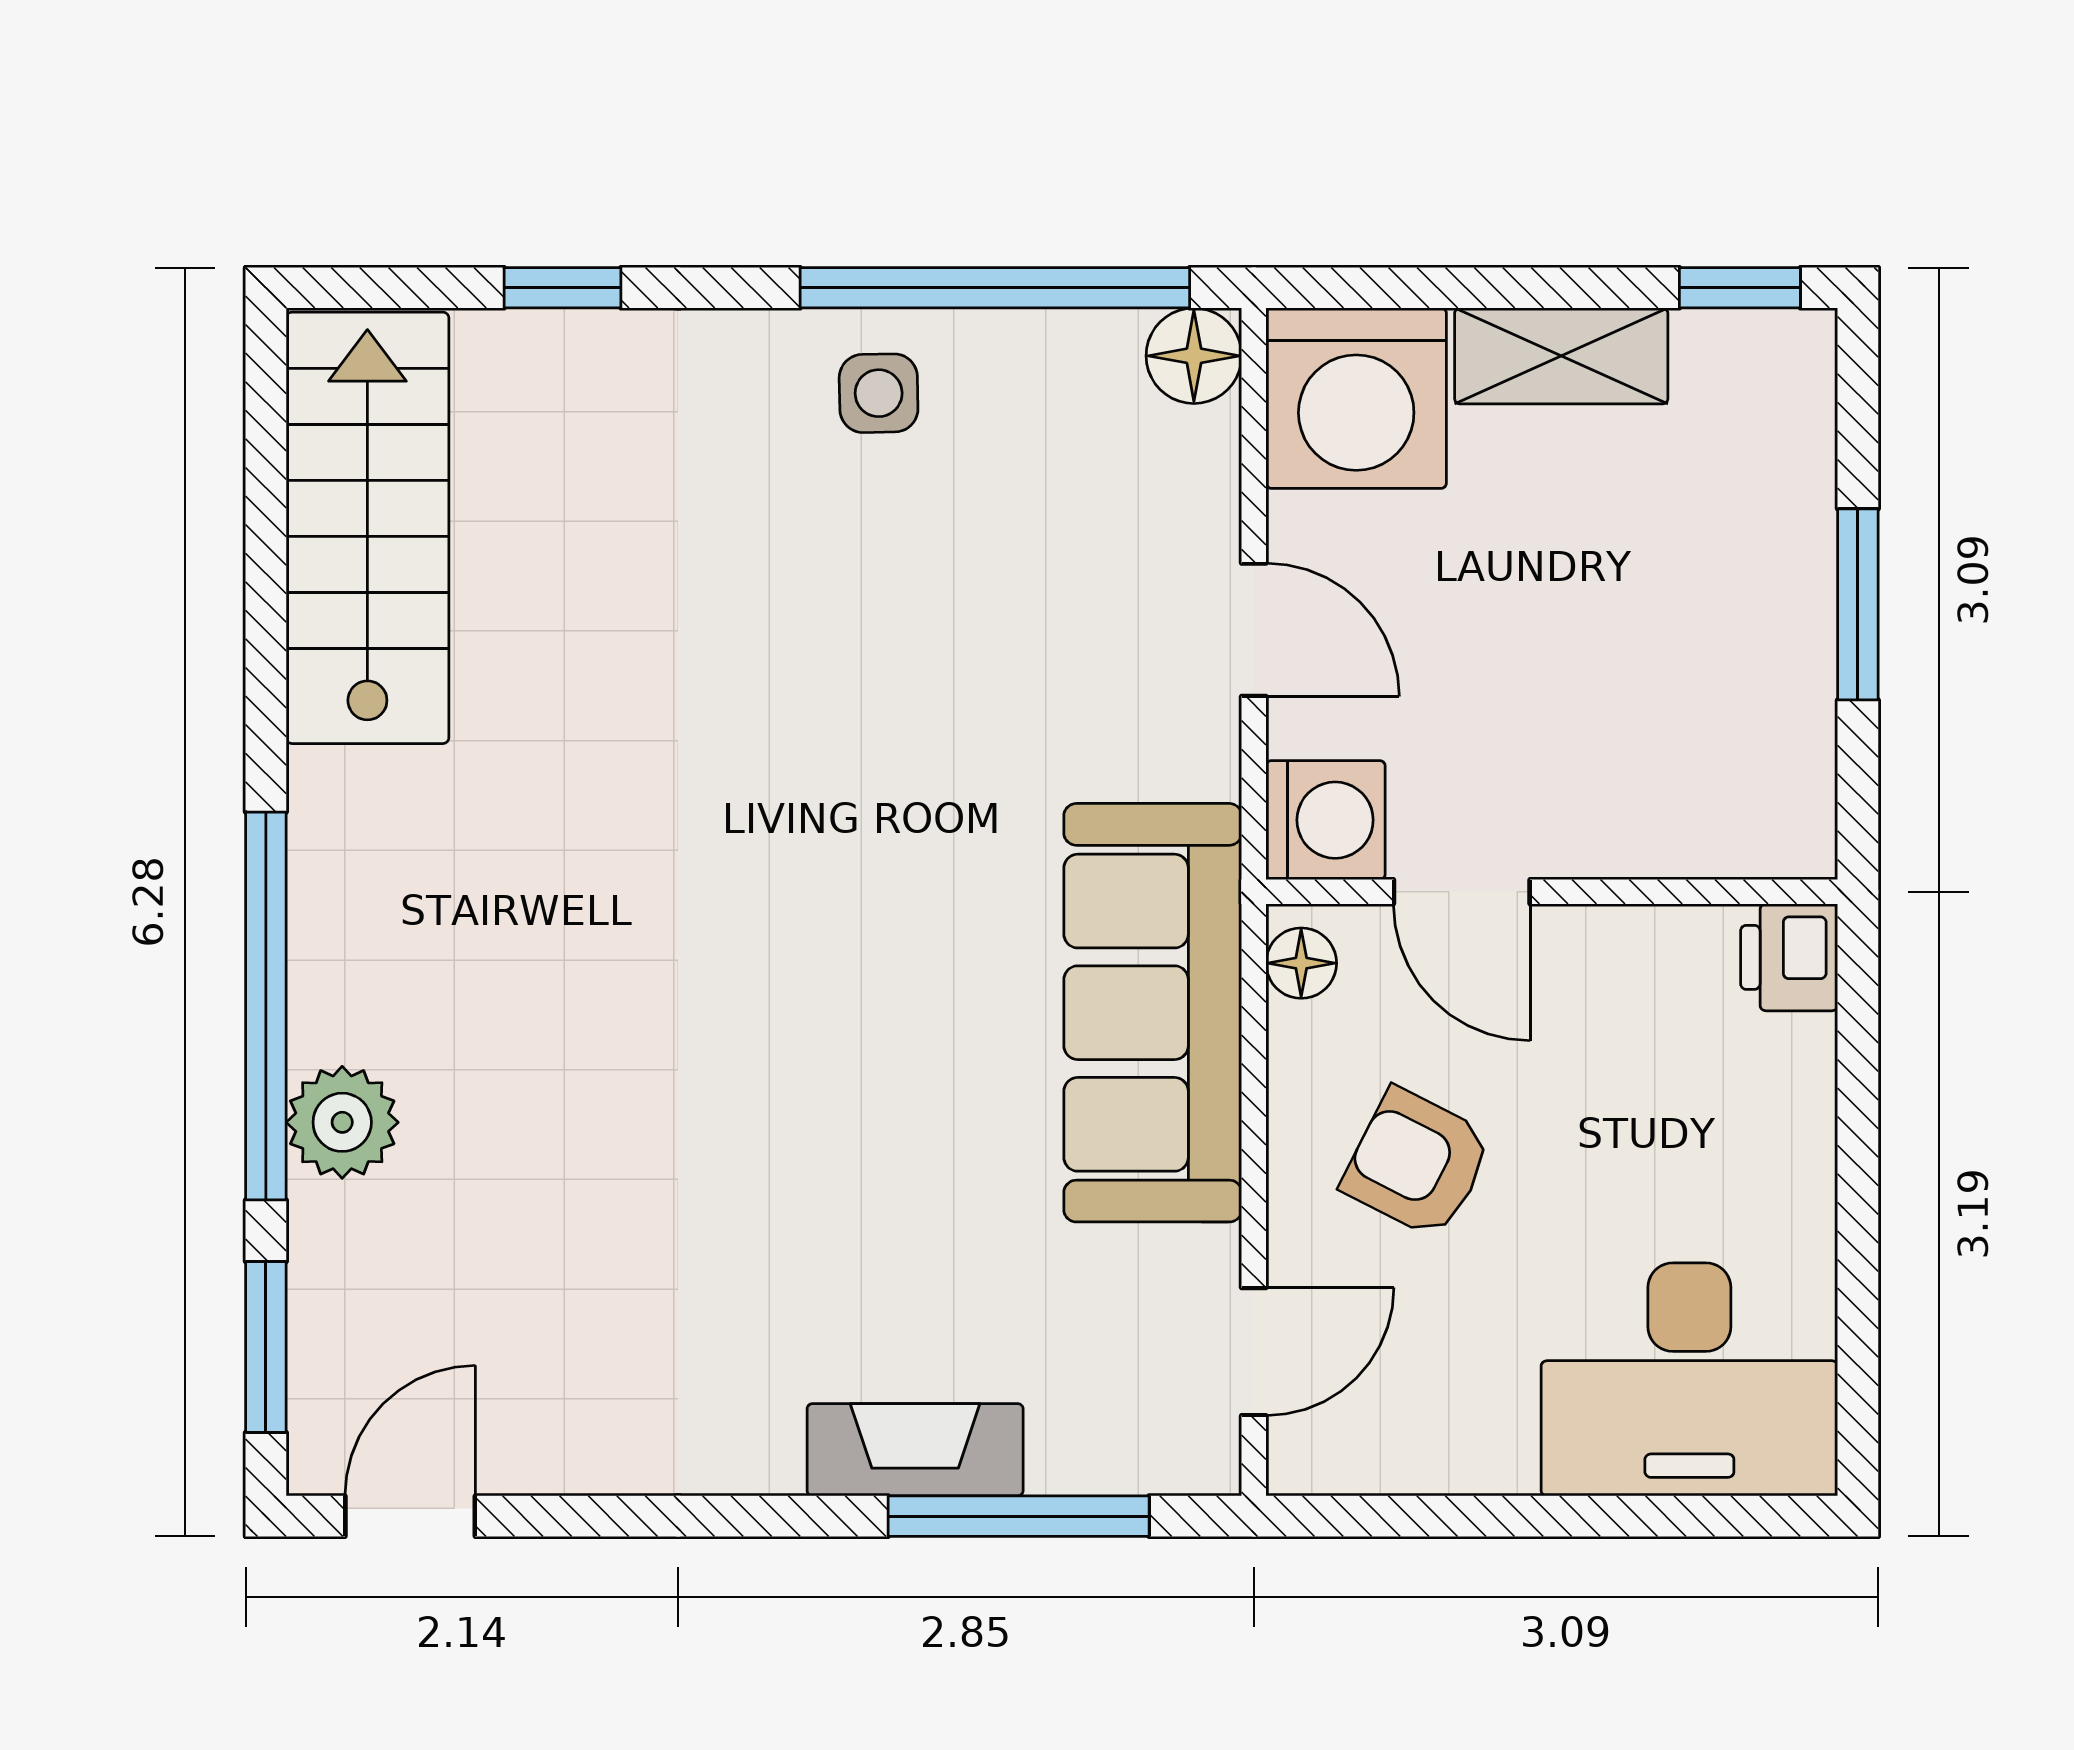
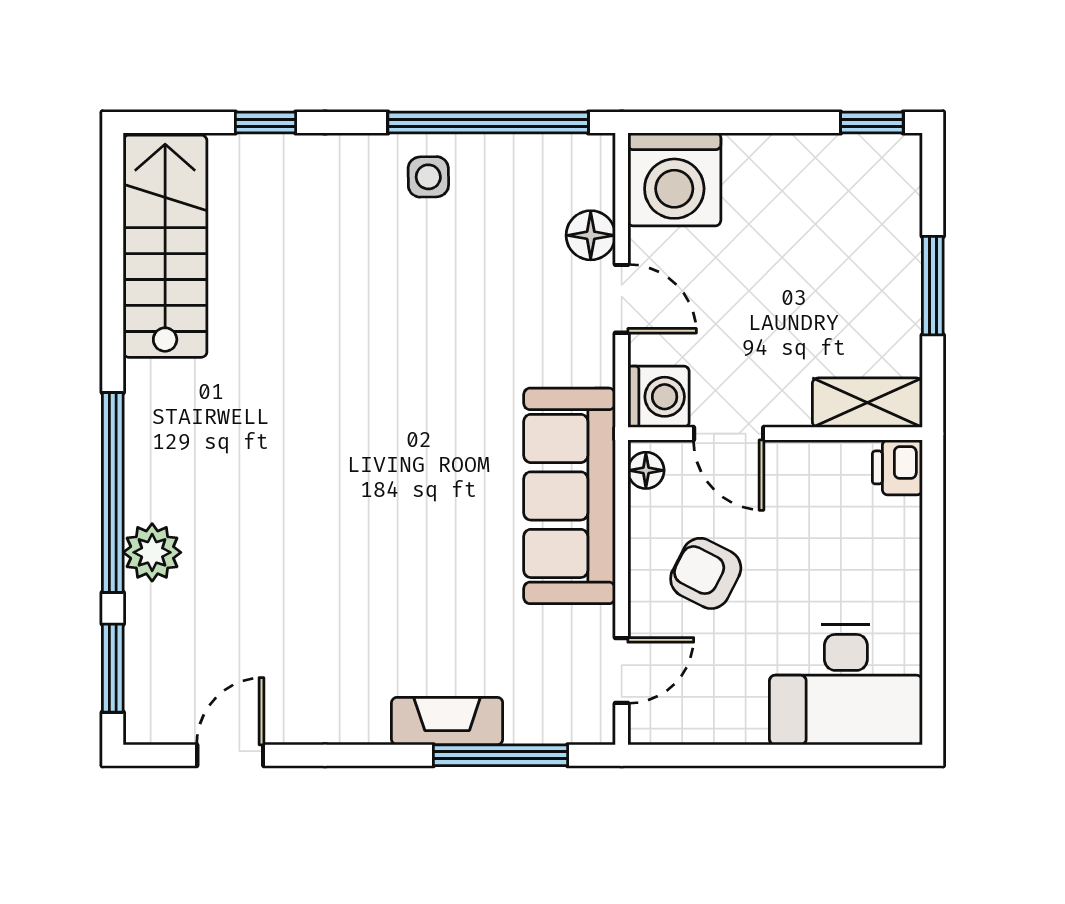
floor lamp: (1194, 356) -> (591, 235), moved
shelving: (1561, 356) -> (867, 403), moved
door: (410, 1516) -> (230, 755), moved

